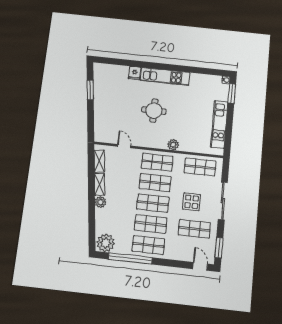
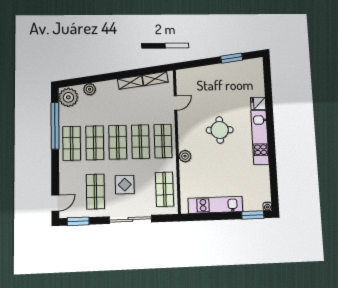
plant: (101, 202) -> (90, 89), moved

